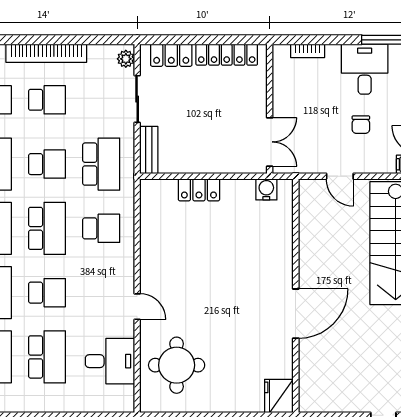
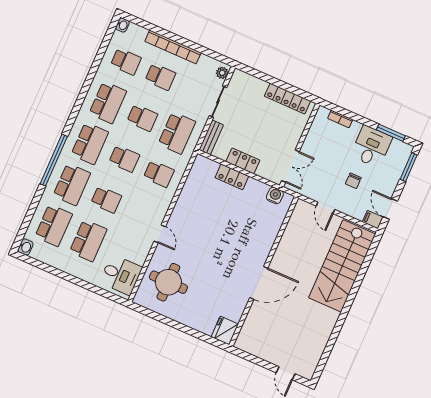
locker: (171, 55) -> (243, 161), moved, turned 180
school desk: (47, 228) -> (124, 159), width x0.54
desk: (110, 361) -> (121, 275), moved

